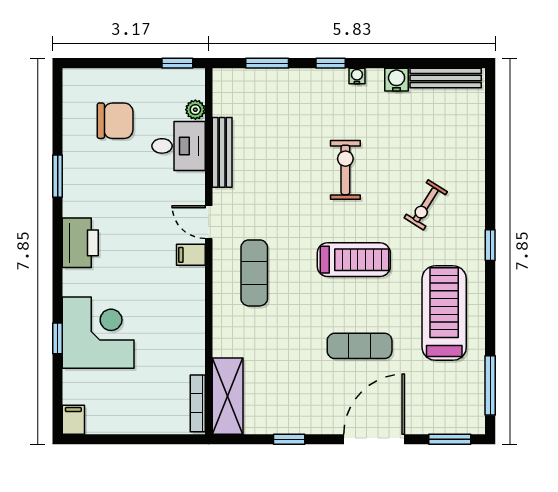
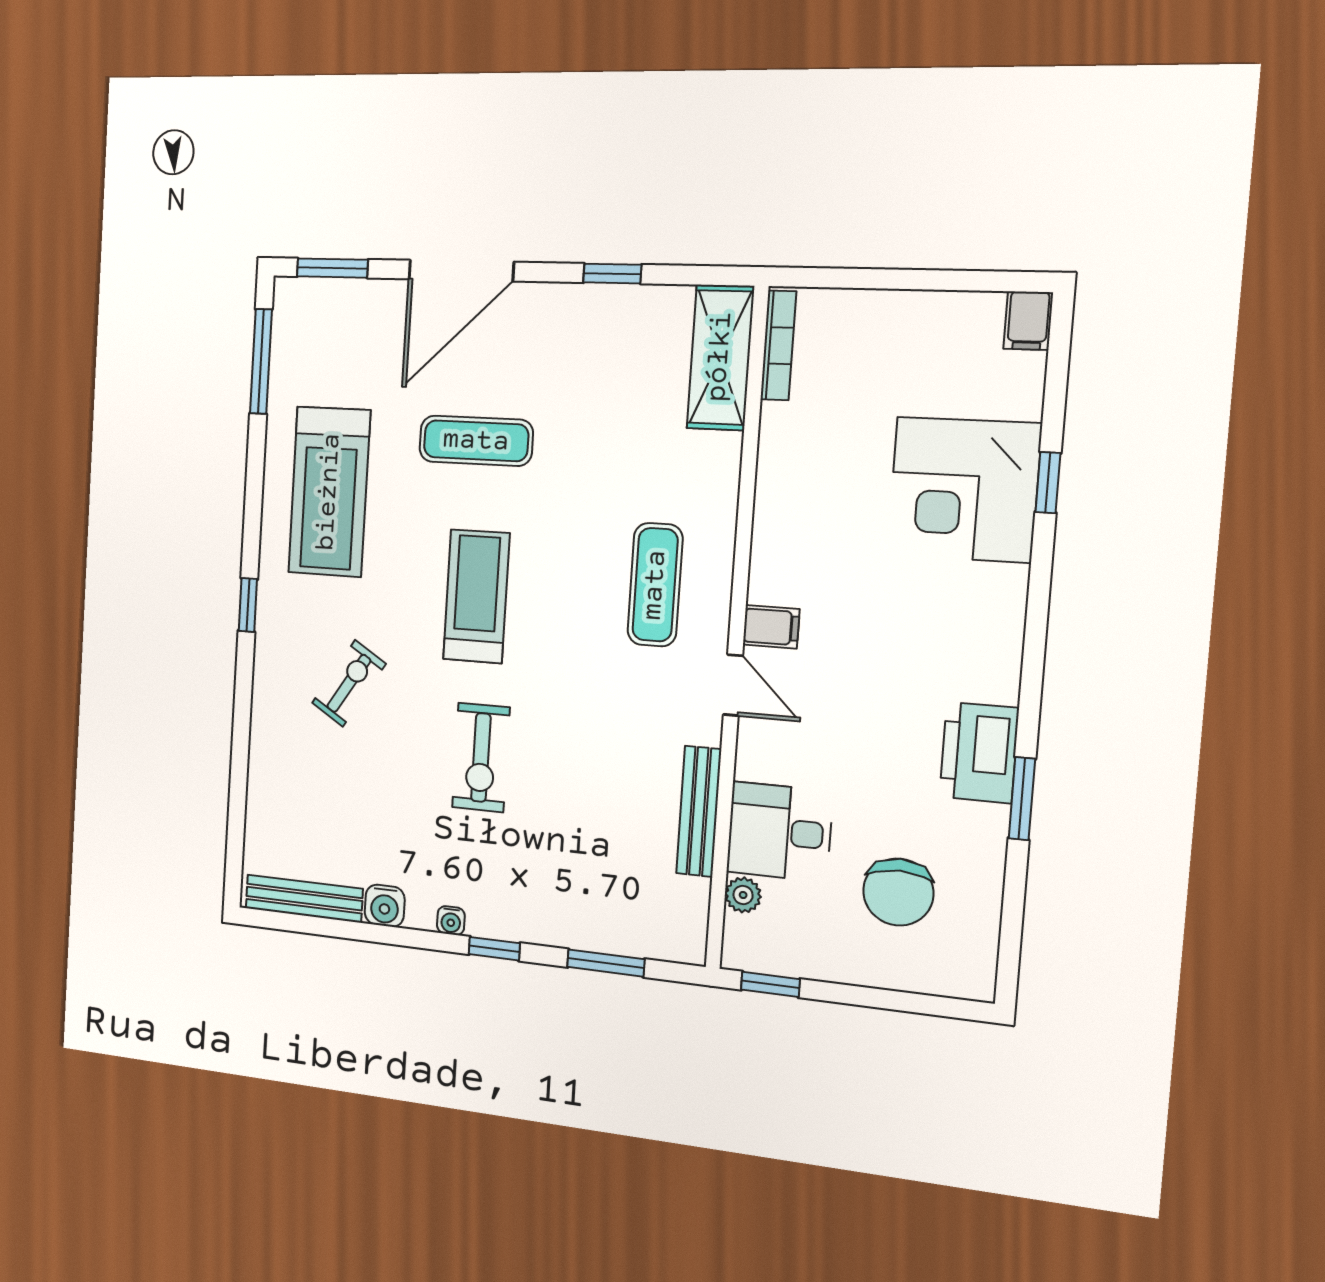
chair: (115, 121) -> (898, 892), turned -90
printer: (80, 243) -> (979, 753), moved
treadmill: (354, 260) -> (476, 596), turned 90

